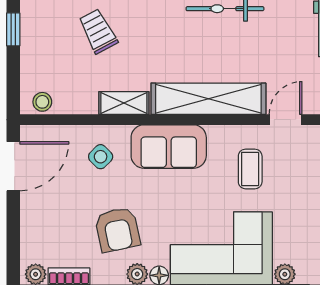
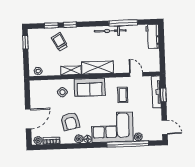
shelving: (208, 99) -> (98, 68), width x0.68
door: (286, 120) -> (136, 75), hinge flipped
door: (13, 166) -> (28, 119), moved

